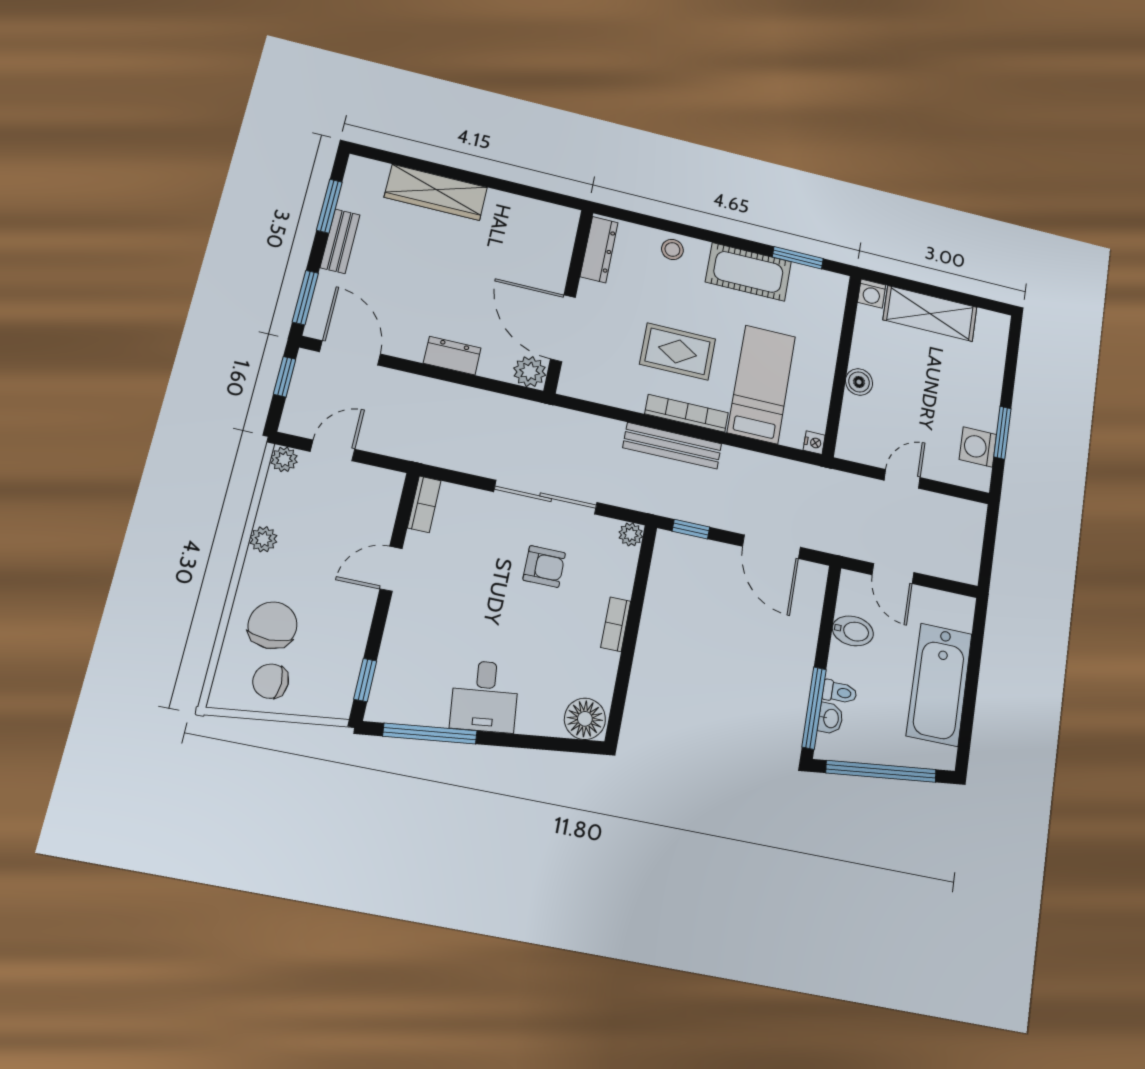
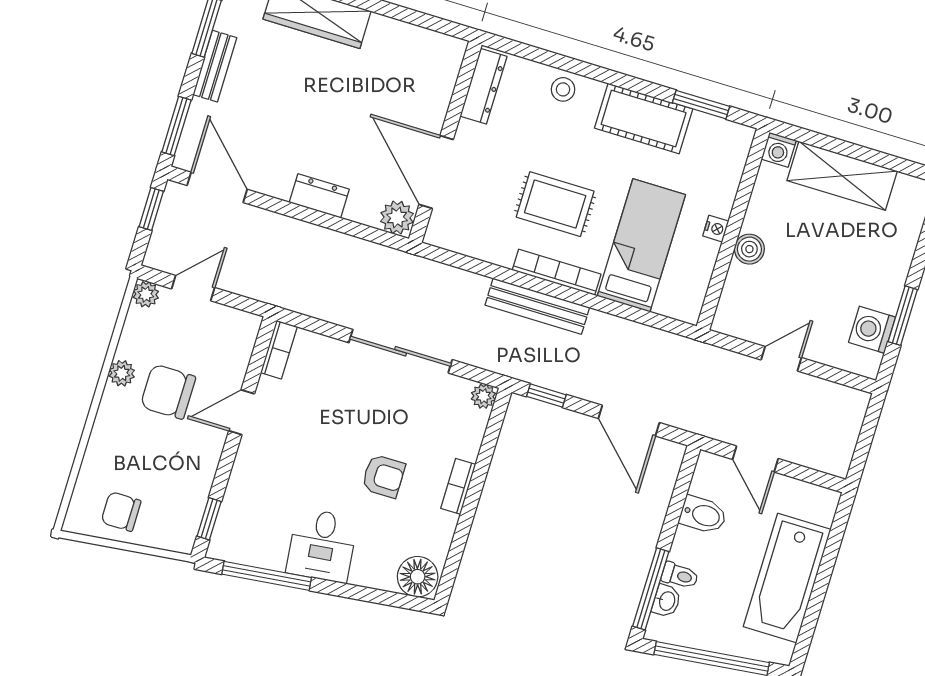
nightstand: (814, 443) -> (716, 229), moved
armchair: (544, 566) -> (383, 476), moved
chair: (272, 625) -> (168, 392), moved, turned -90

